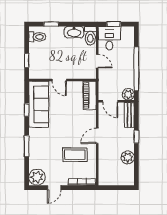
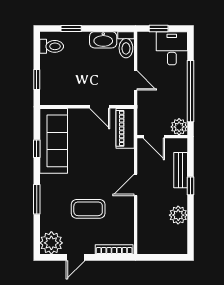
desk: (109, 38) -> (172, 48), moved
door: (59, 80) -> (100, 107), moved
bench: (129, 115) -> (181, 170), moved
coffee table: (75, 155) -> (88, 209), moved

